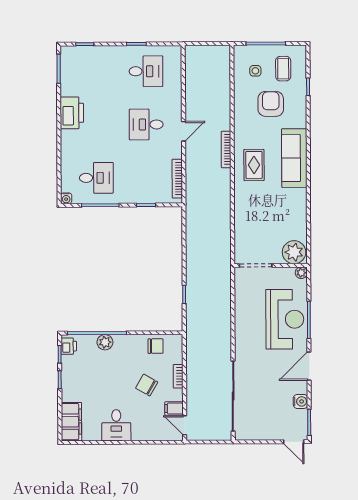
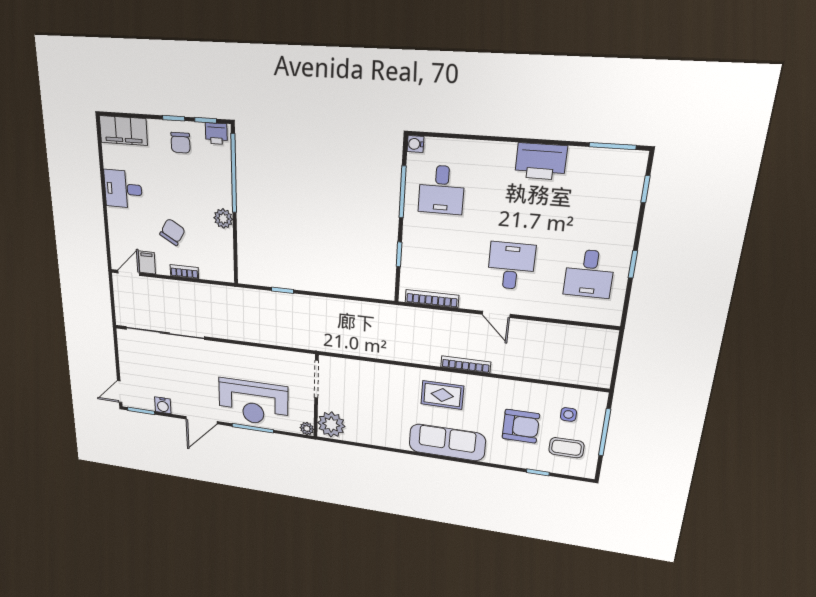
plant: (105, 342) -> (223, 218), moved
chair: (155, 346) -> (180, 143), moved
door: (309, 366) -> (202, 420), swing flipped

